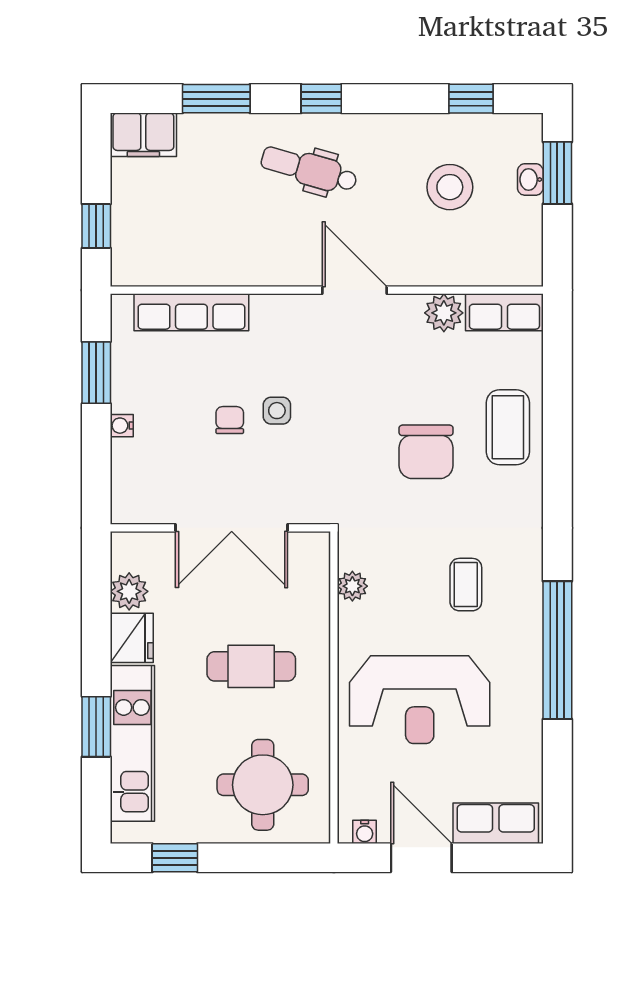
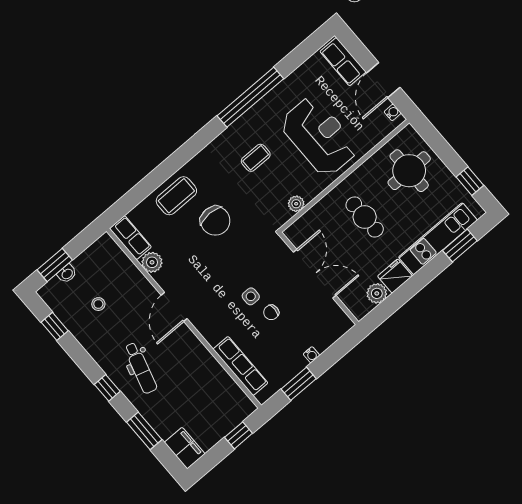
stool: (450, 187) -> (98, 304), width x0.53, depth x0.53
chair: (426, 452) -> (215, 221), turned 90
window: (96, 727) -> (460, 246), moved

